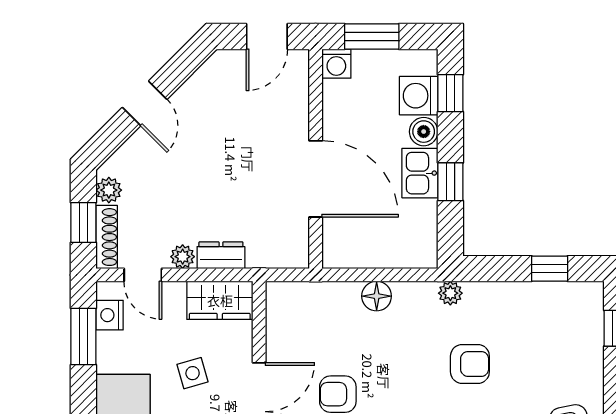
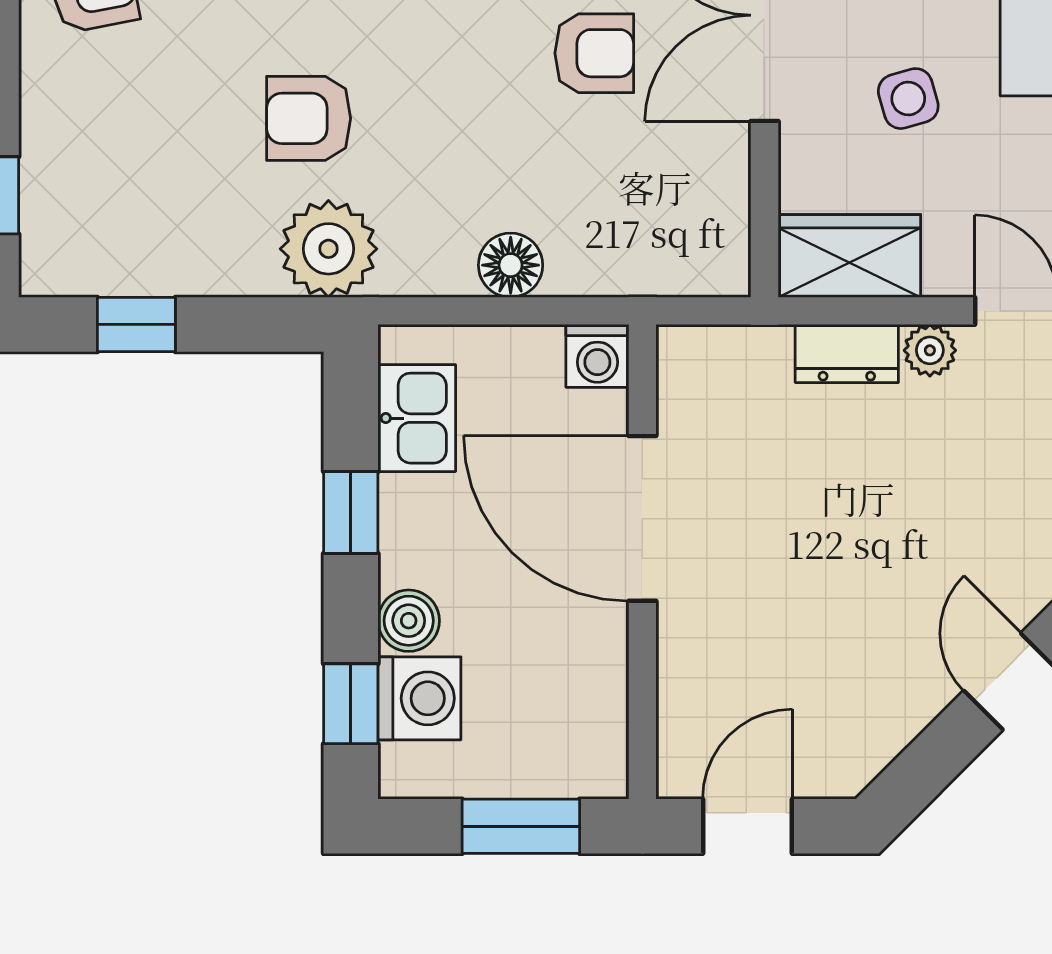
washing machine: (336, 64) -> (597, 356), moved, turned 180
kitchen sink: (420, 173) -> (417, 418), moved
plant: (450, 293) -> (328, 249), width x1.88, depth x1.88

